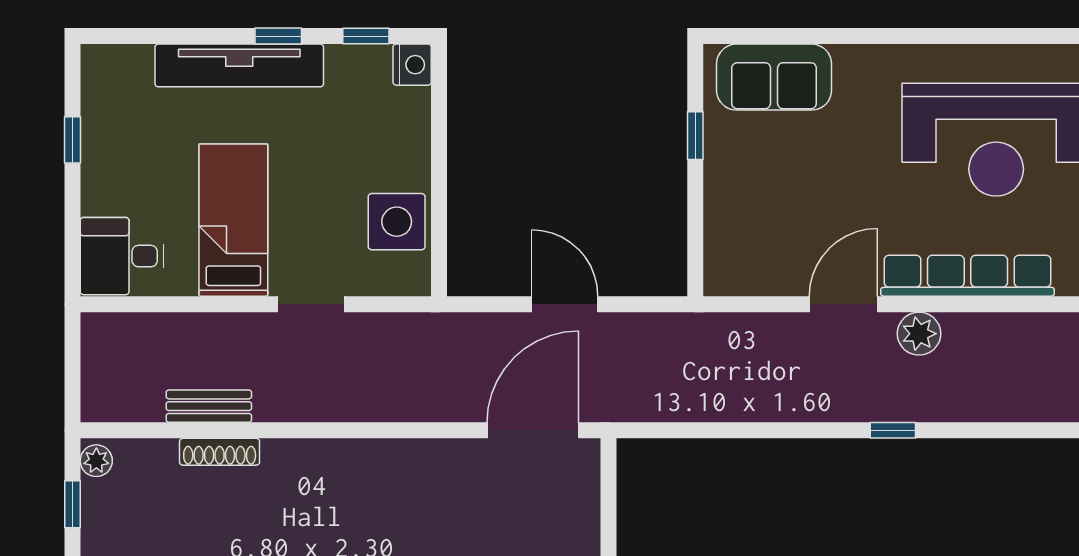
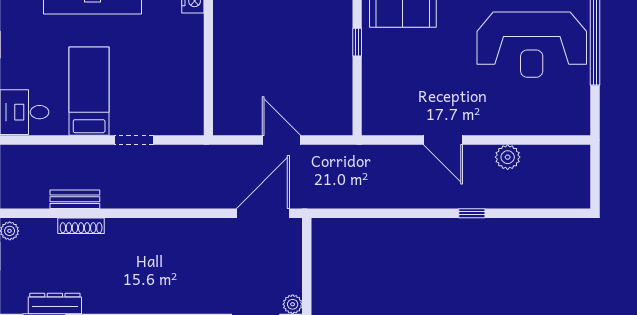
side table: (397, 222) -> (184, 92), removed
row of seats: (968, 276) -> (515, 124), removed
door: (843, 304) -> (443, 140), swing flipped
plant: (919, 334) -> (508, 157), moved

